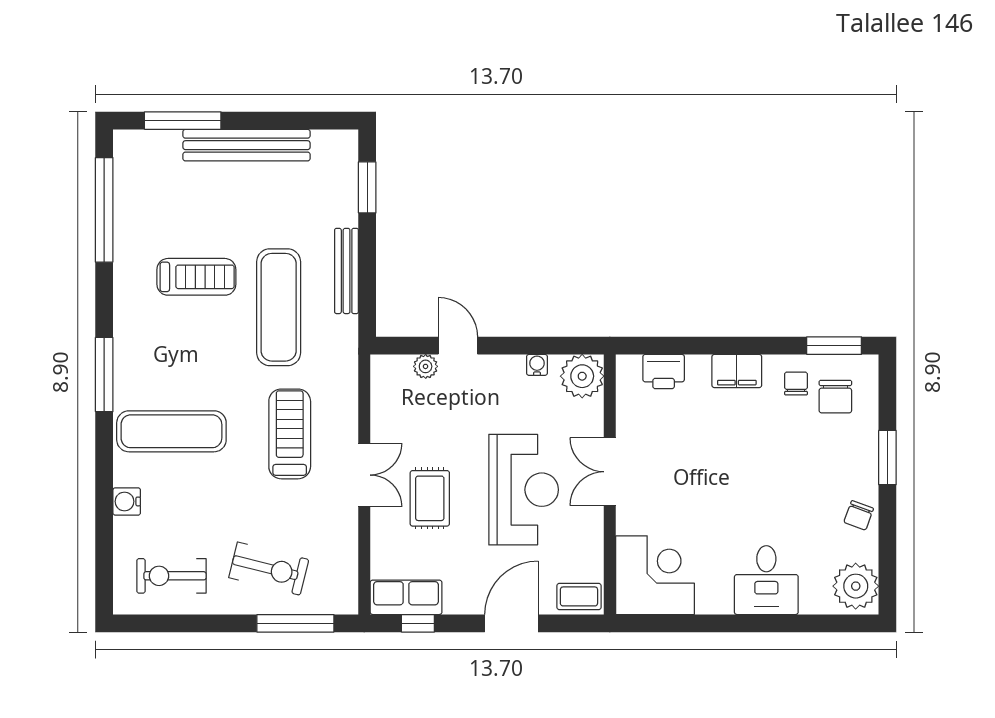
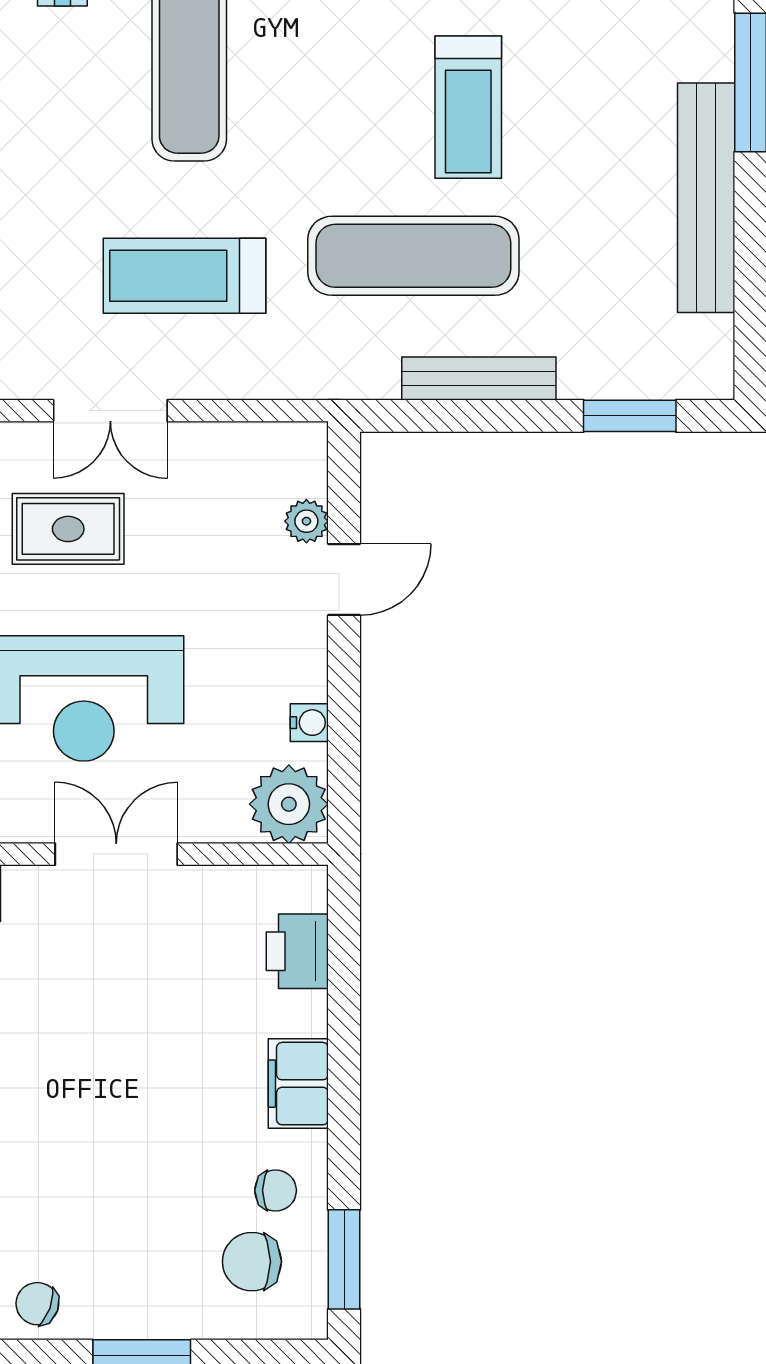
treadmill: (290, 434) -> (184, 276), turned 180

